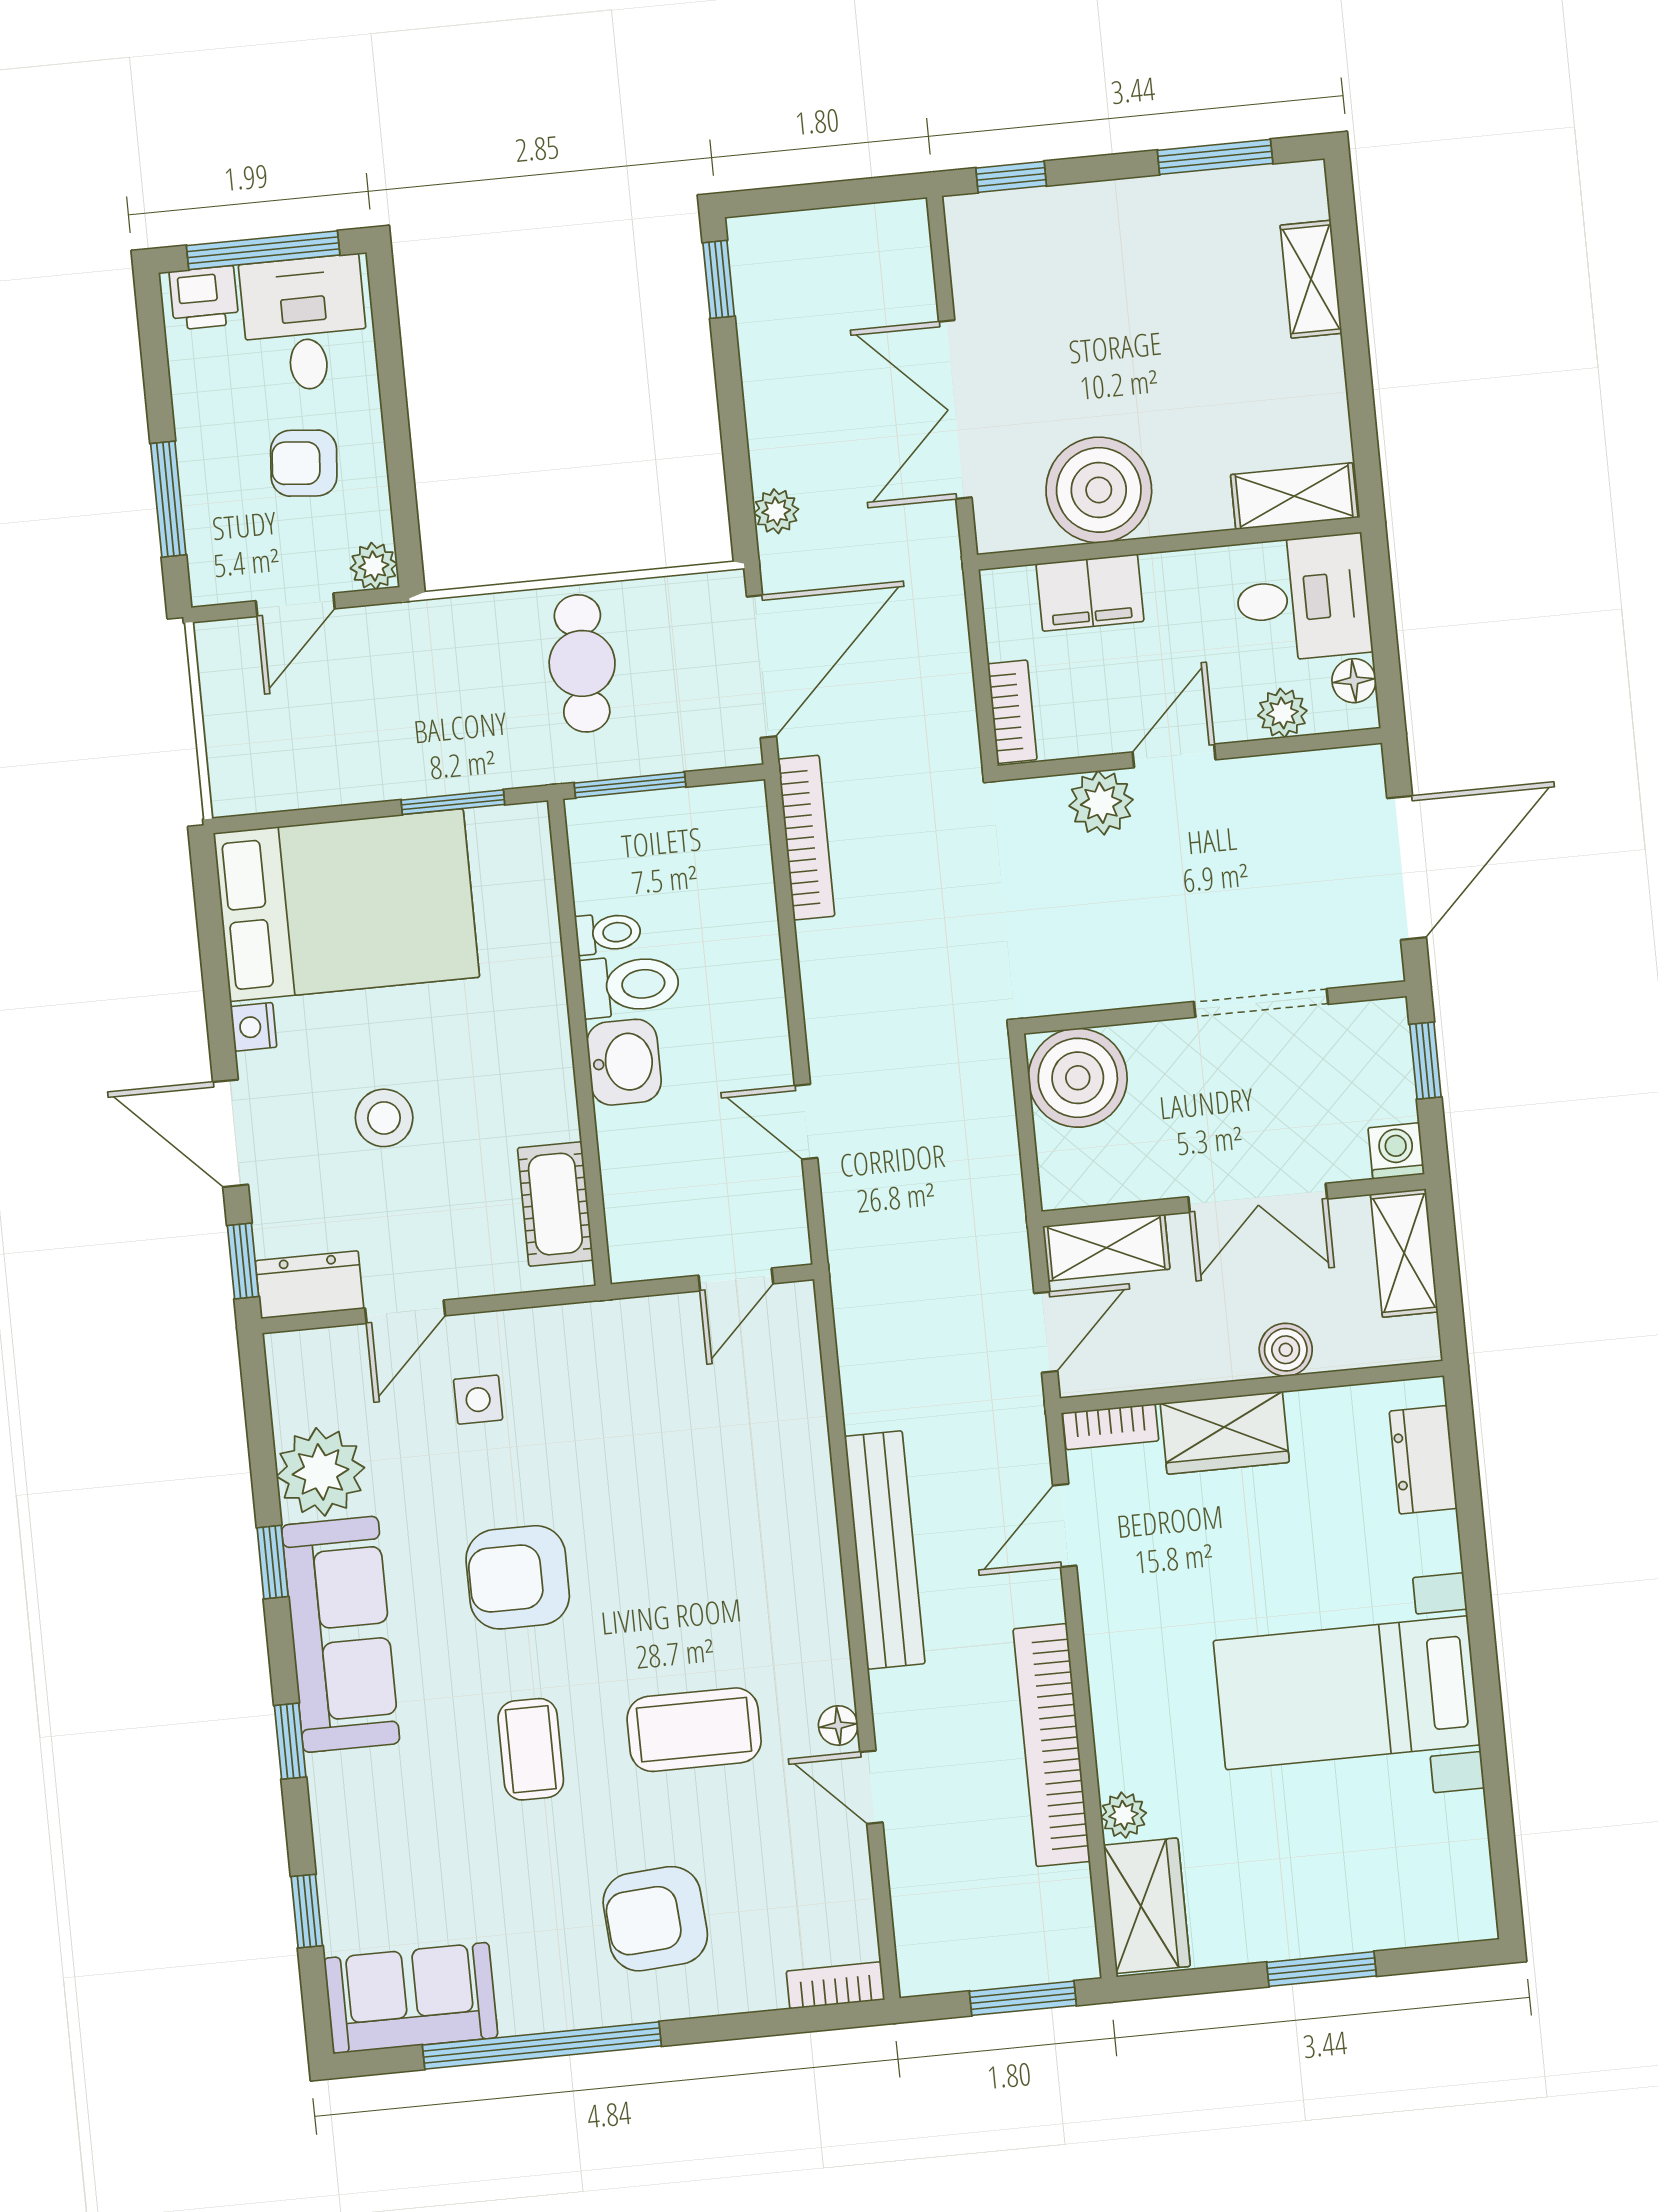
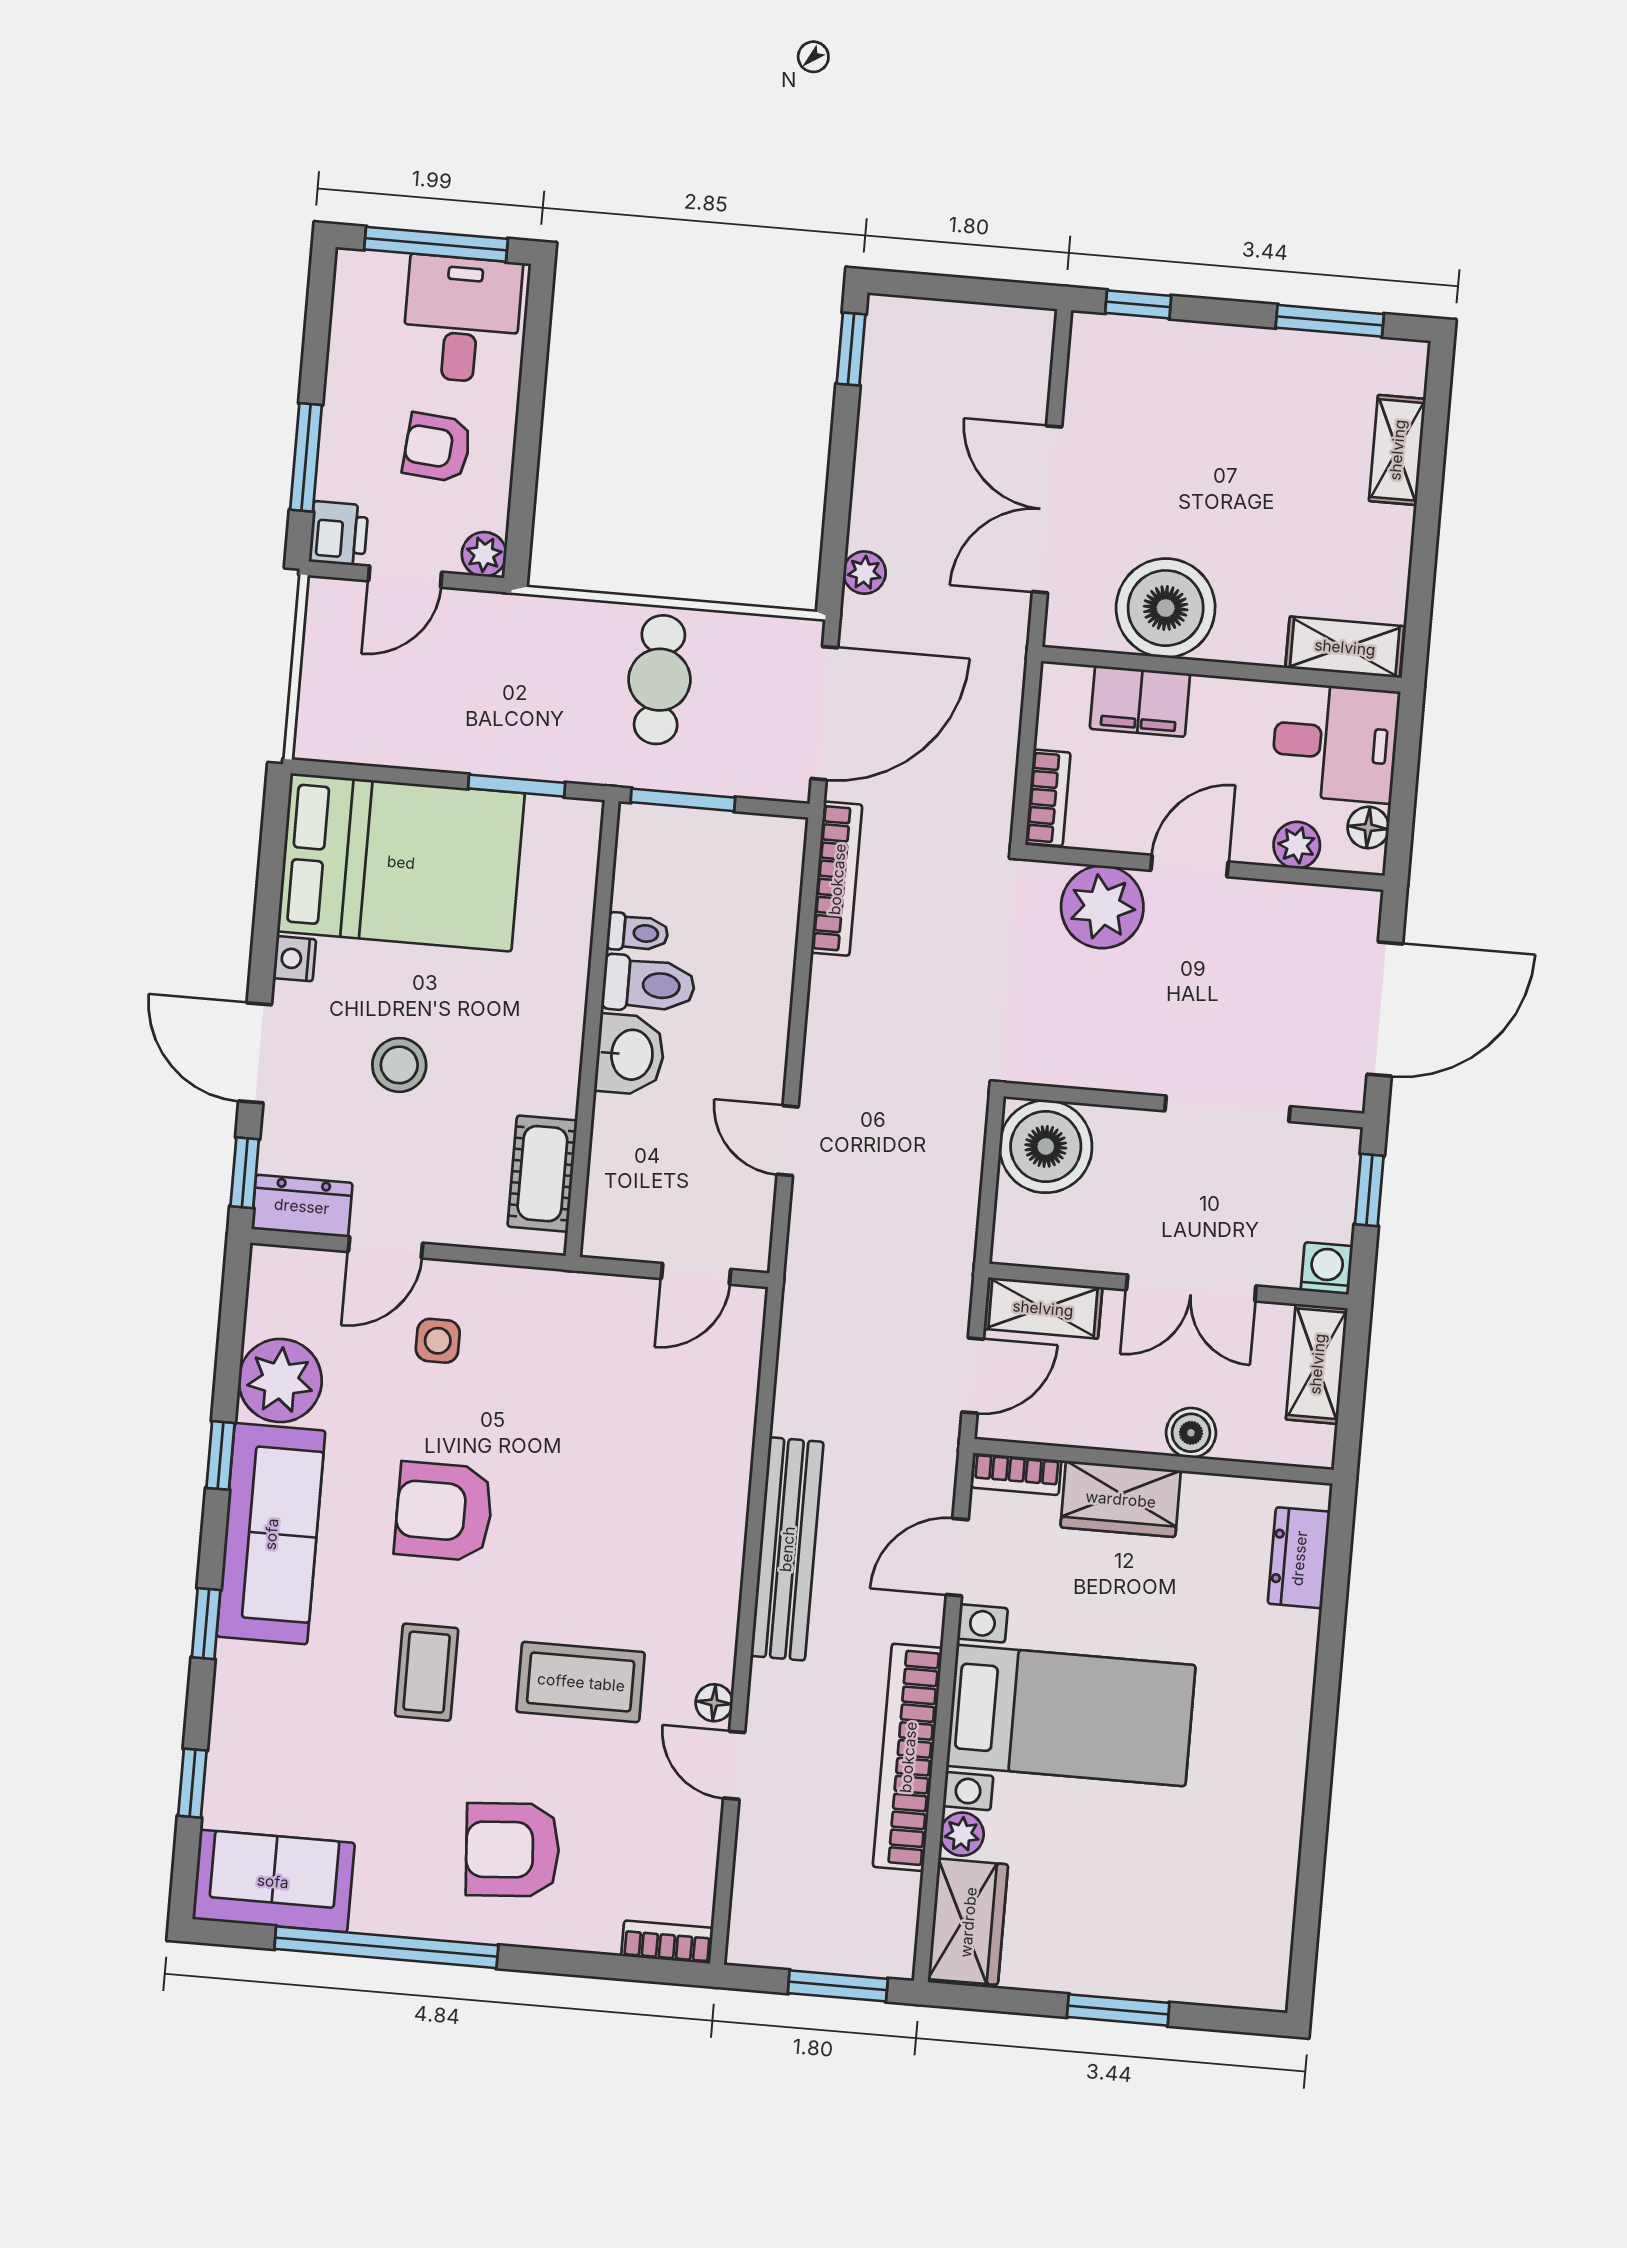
printer: (204, 298) -> (339, 534), moved, turned -90
plant: (1101, 803) -> (1102, 907), width x1.36, depth x1.36
bed with nightstands: (1347, 1693) -> (1071, 1715), moved, turned 180

